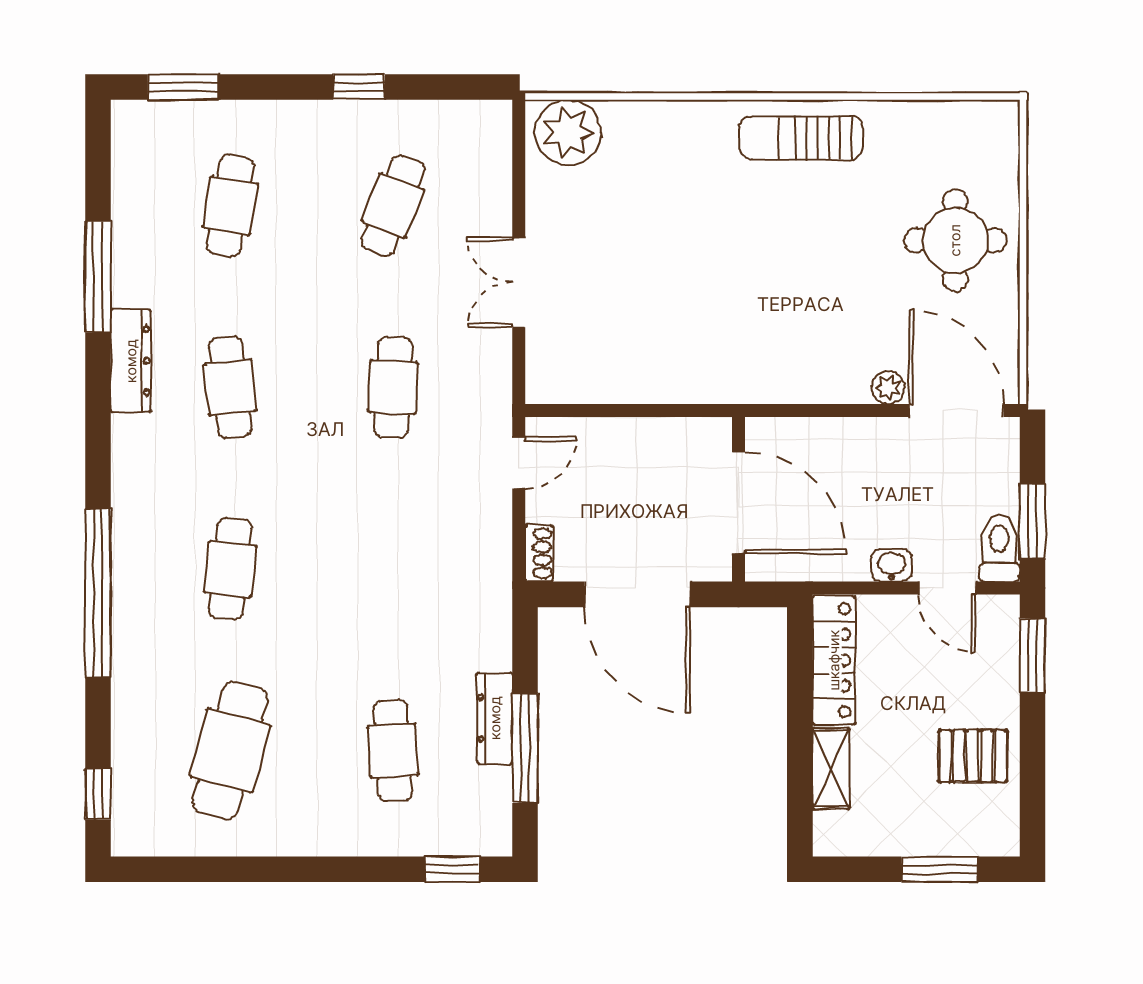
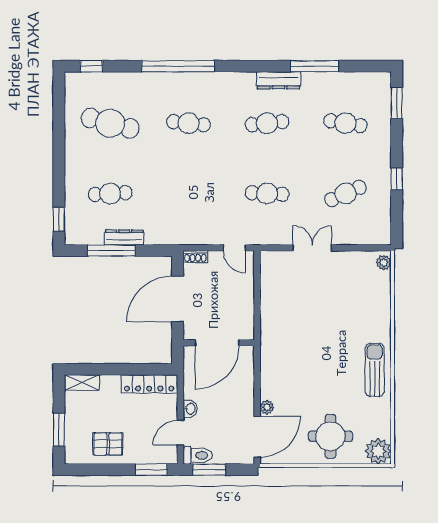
plant: (990, 130) -> (378, 451), added
plant: (568, 132) -> (384, 262), width x0.53, depth x0.53
cafe table: (393, 206) -> (345, 194), turned -45
pallet: (973, 756) -> (108, 444), turned 90
shelving: (831, 768) -> (82, 383), moved

